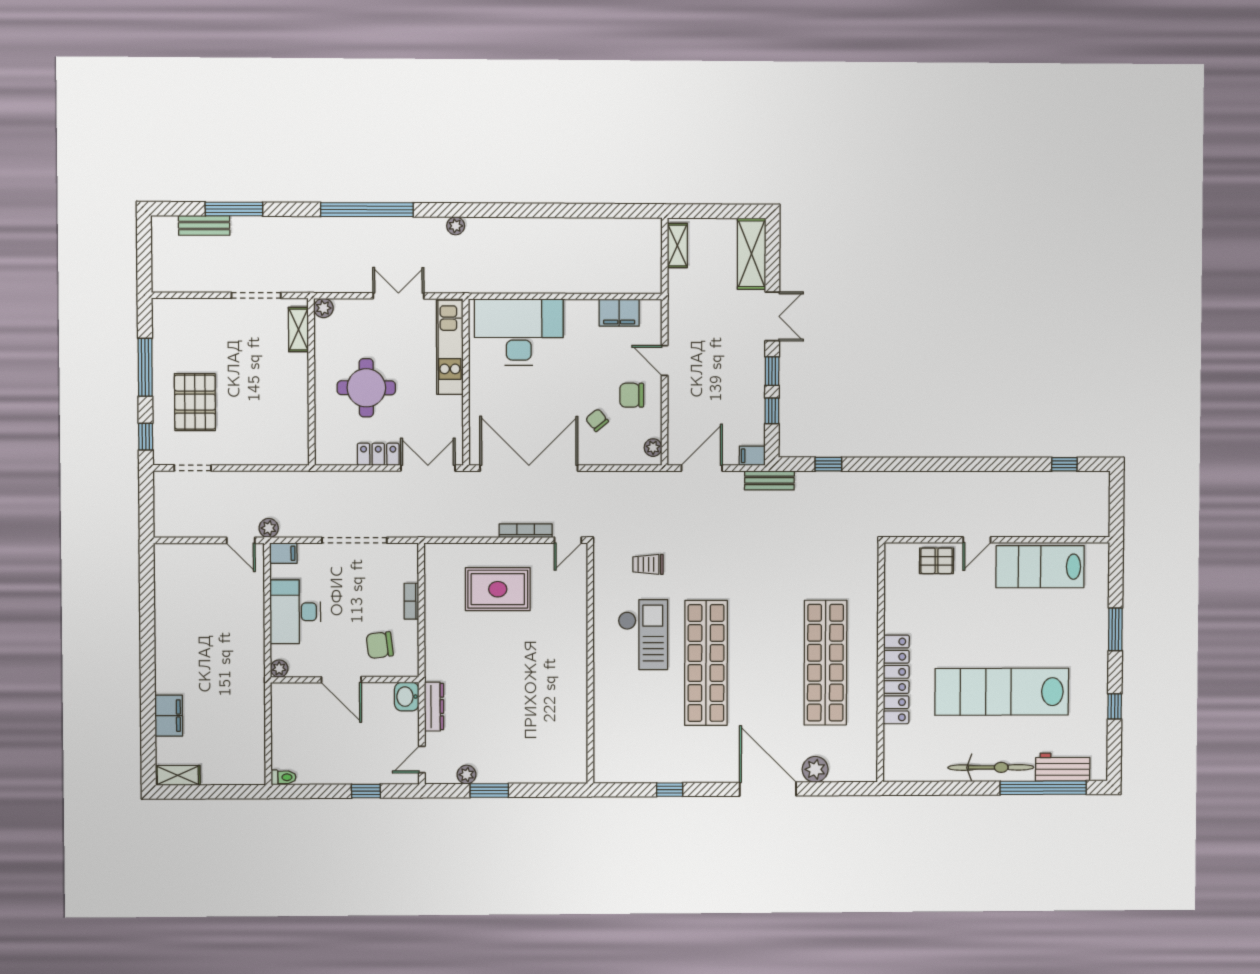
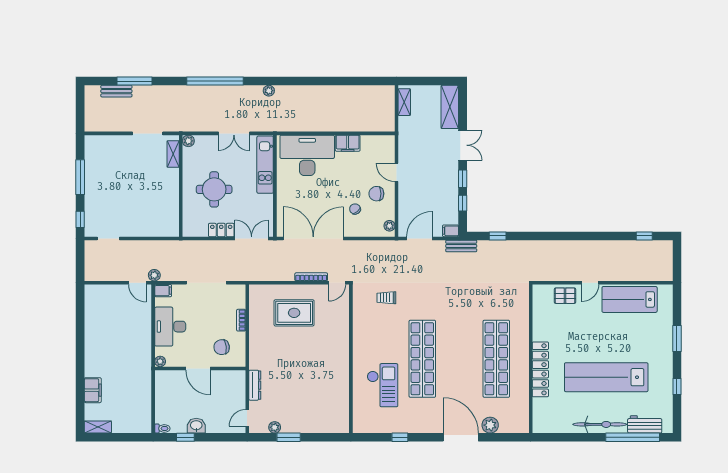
double door: (398, 296) -> (234, 133), swing flipped
filing cabinet: (619, 313) -> (348, 143), moved
pallet: (195, 402) -> (110, 198), removed
checkout: (643, 635) -> (382, 385), moved
washbasin: (407, 697) -> (196, 426), moved, turned 90
window: (366, 791) -> (185, 437), moved

